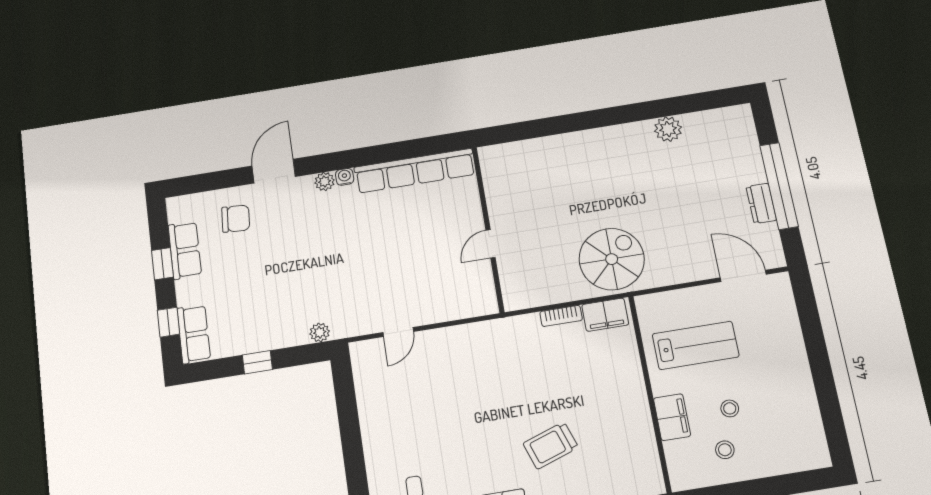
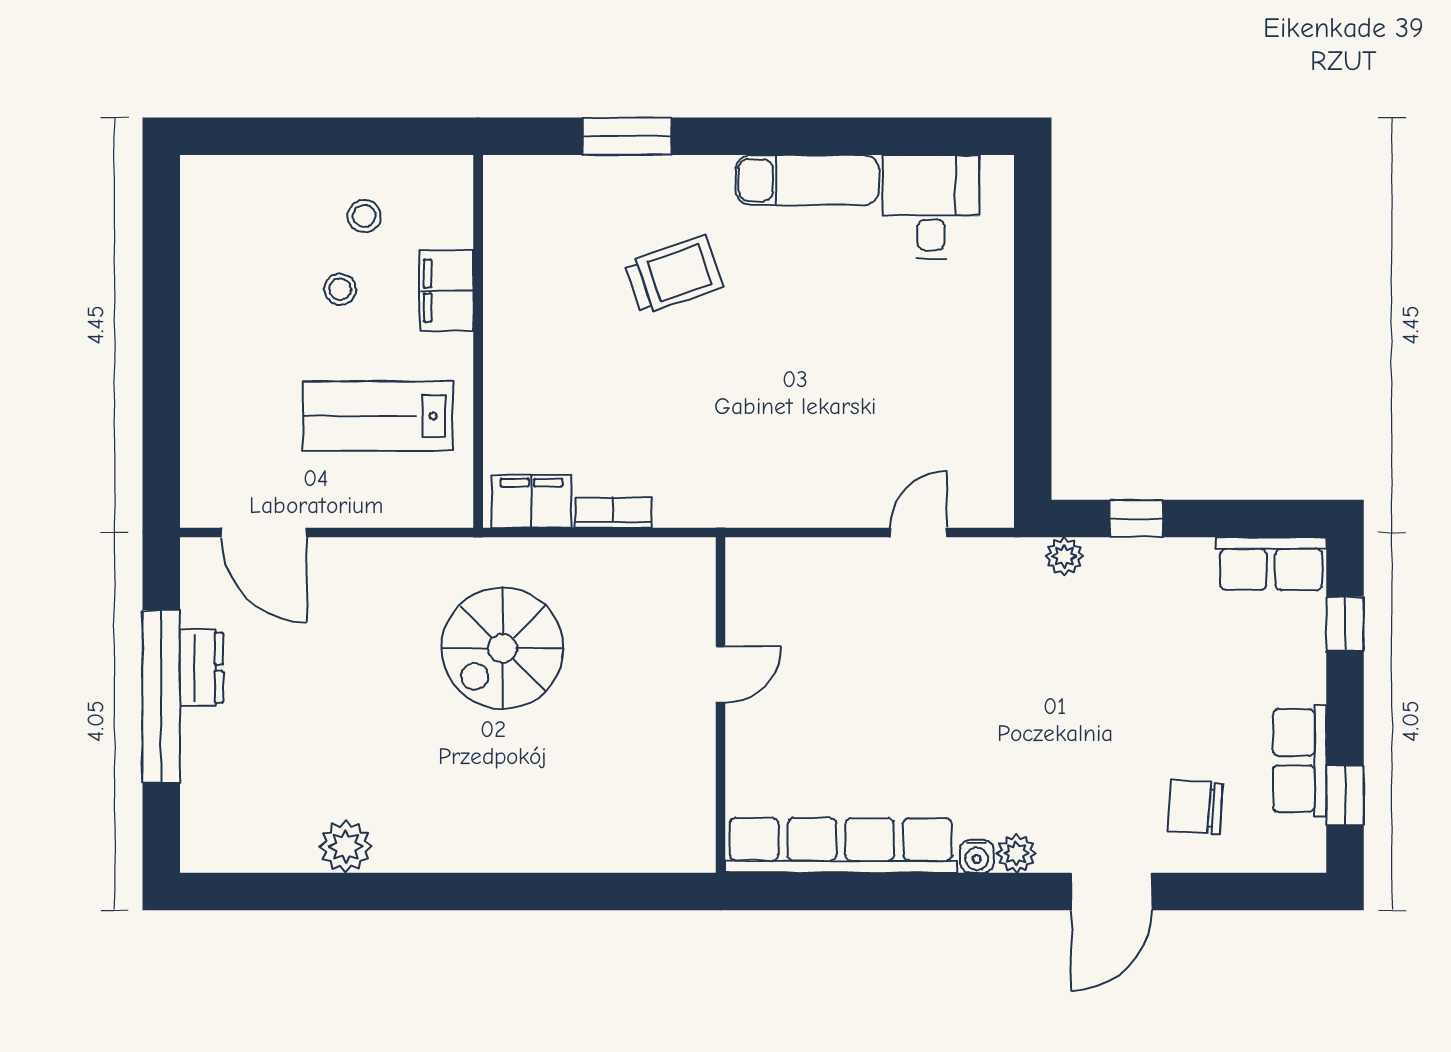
spiral stairs: (612, 259) -> (503, 648), moved
window: (162, 264) -> (1345, 795), moved
row of seats: (194, 334) -> (1271, 564), moved, turned -90
window: (257, 362) -> (1136, 519), moved

